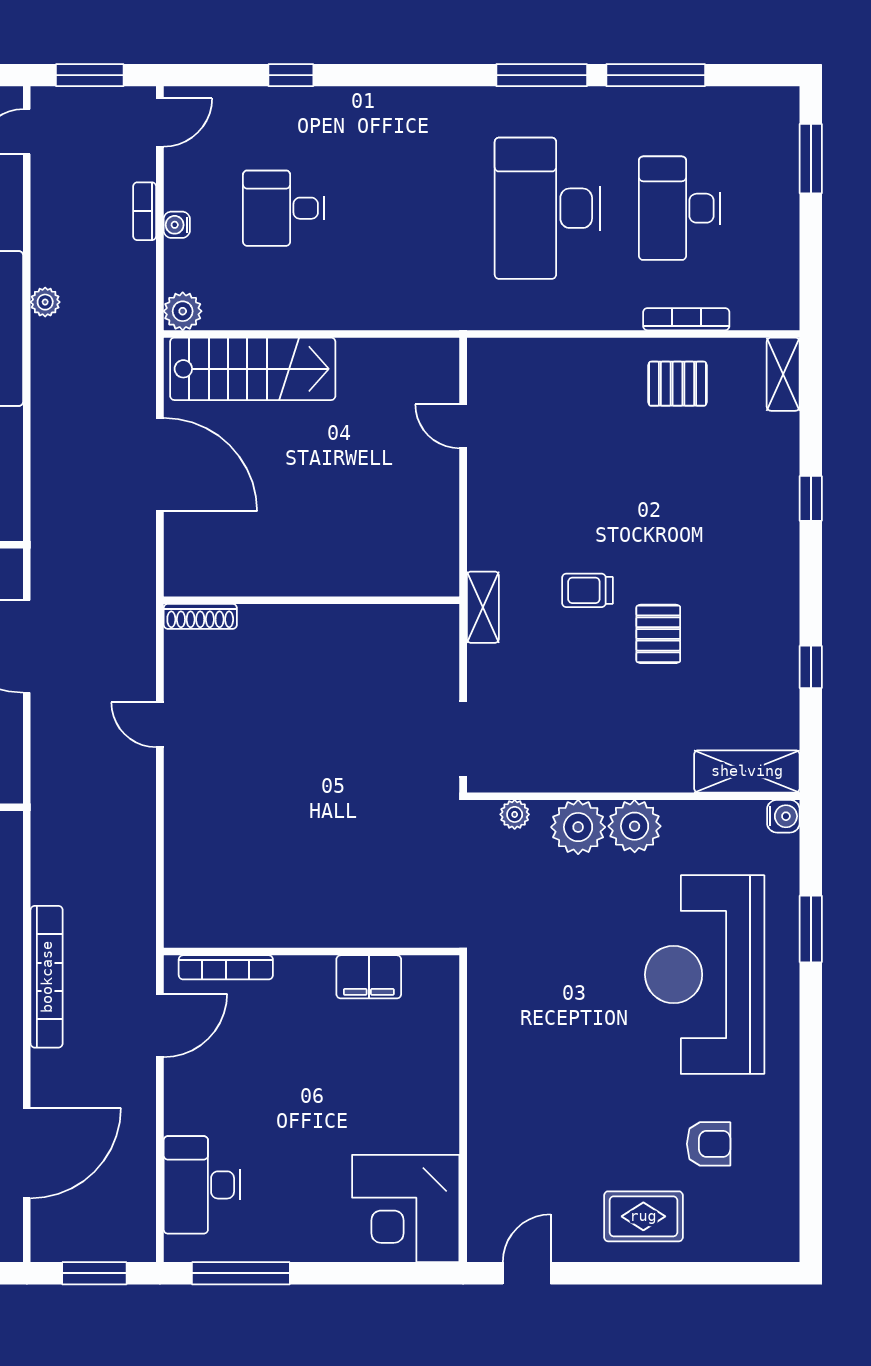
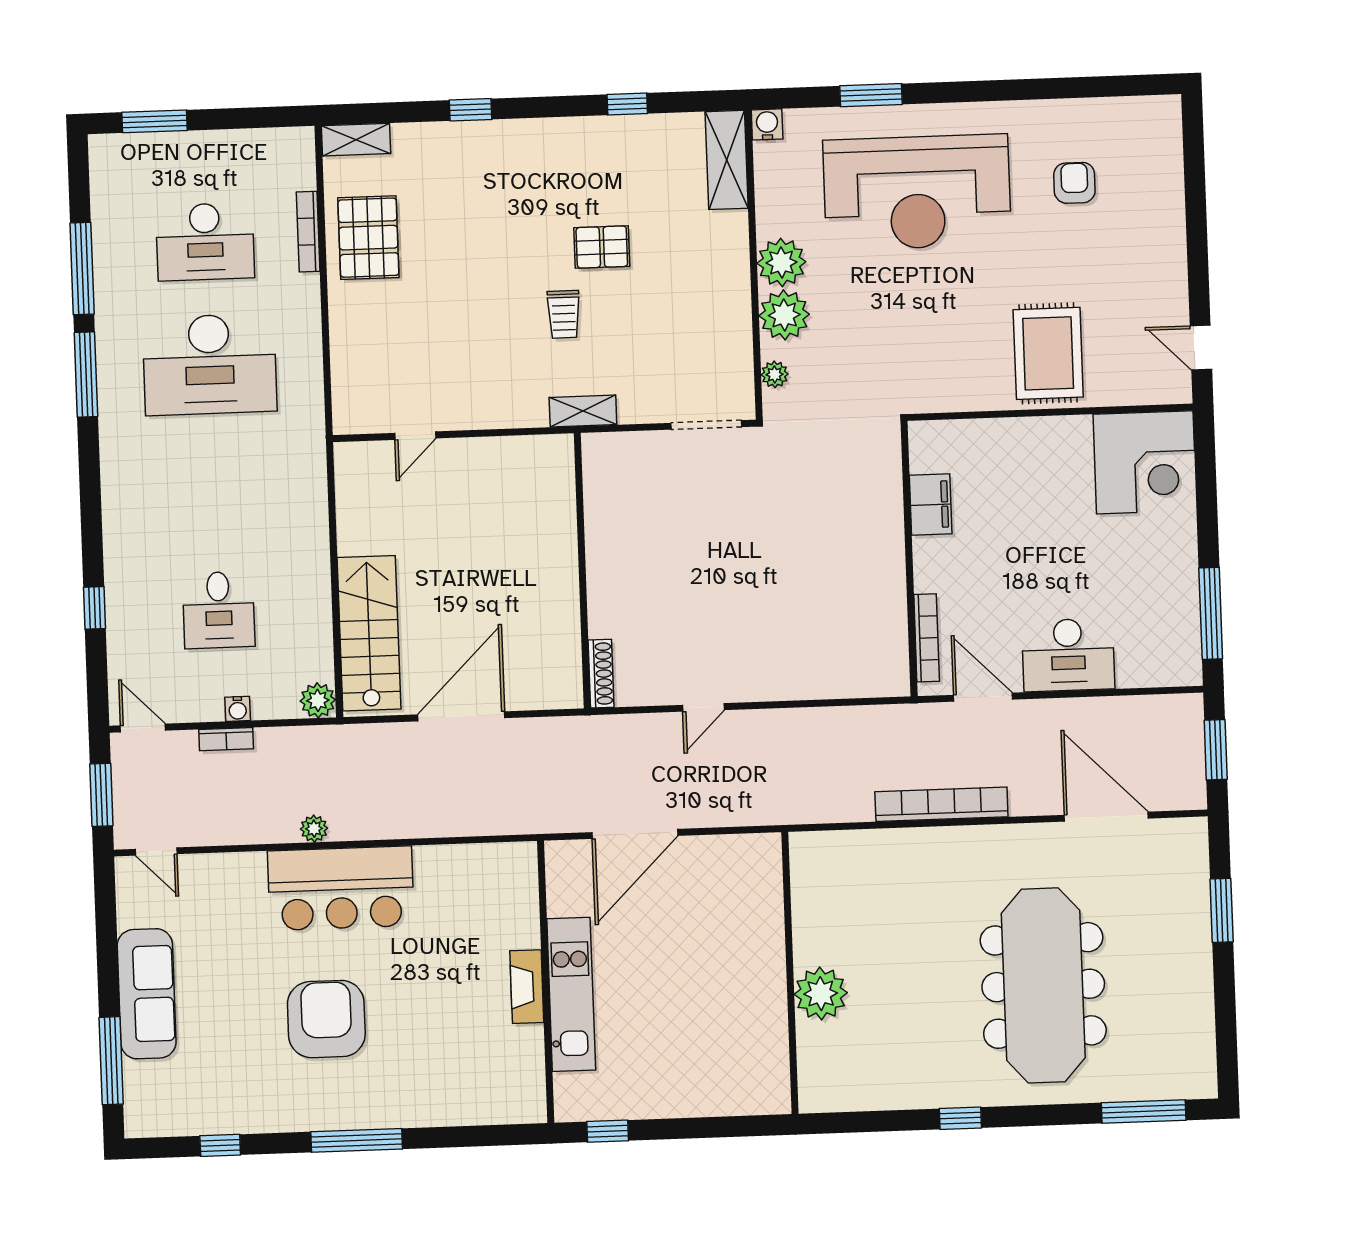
pallet: (677, 384) -> (368, 238), width x1.50, depth x1.42
desk: (202, 1185) -> (1068, 655), moved
rug: (643, 1216) -> (1048, 353), moved, width x1.36, depth x1.43

